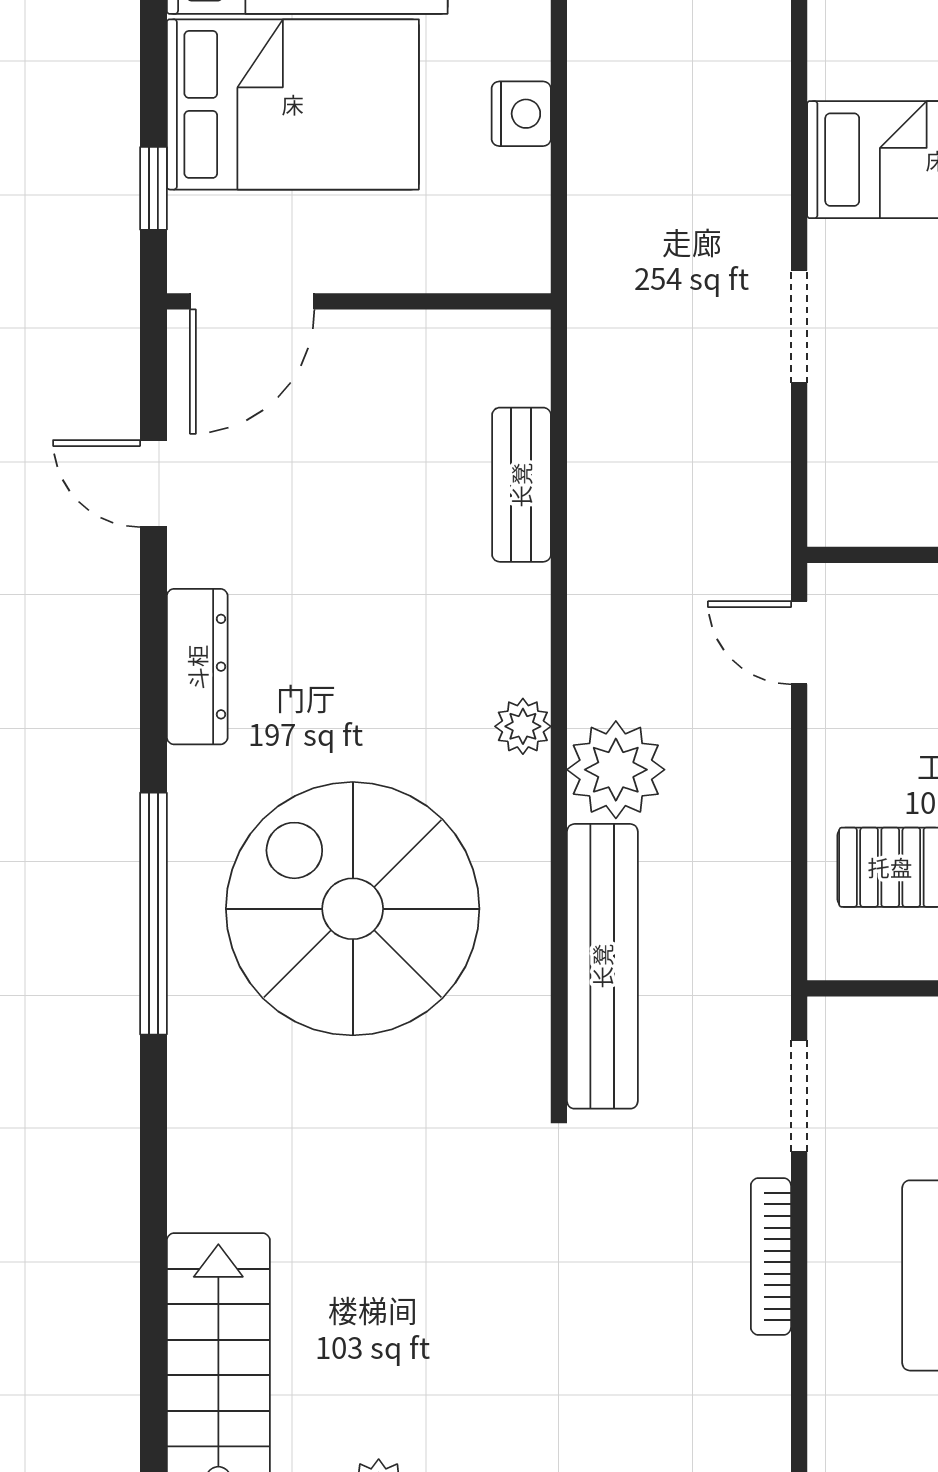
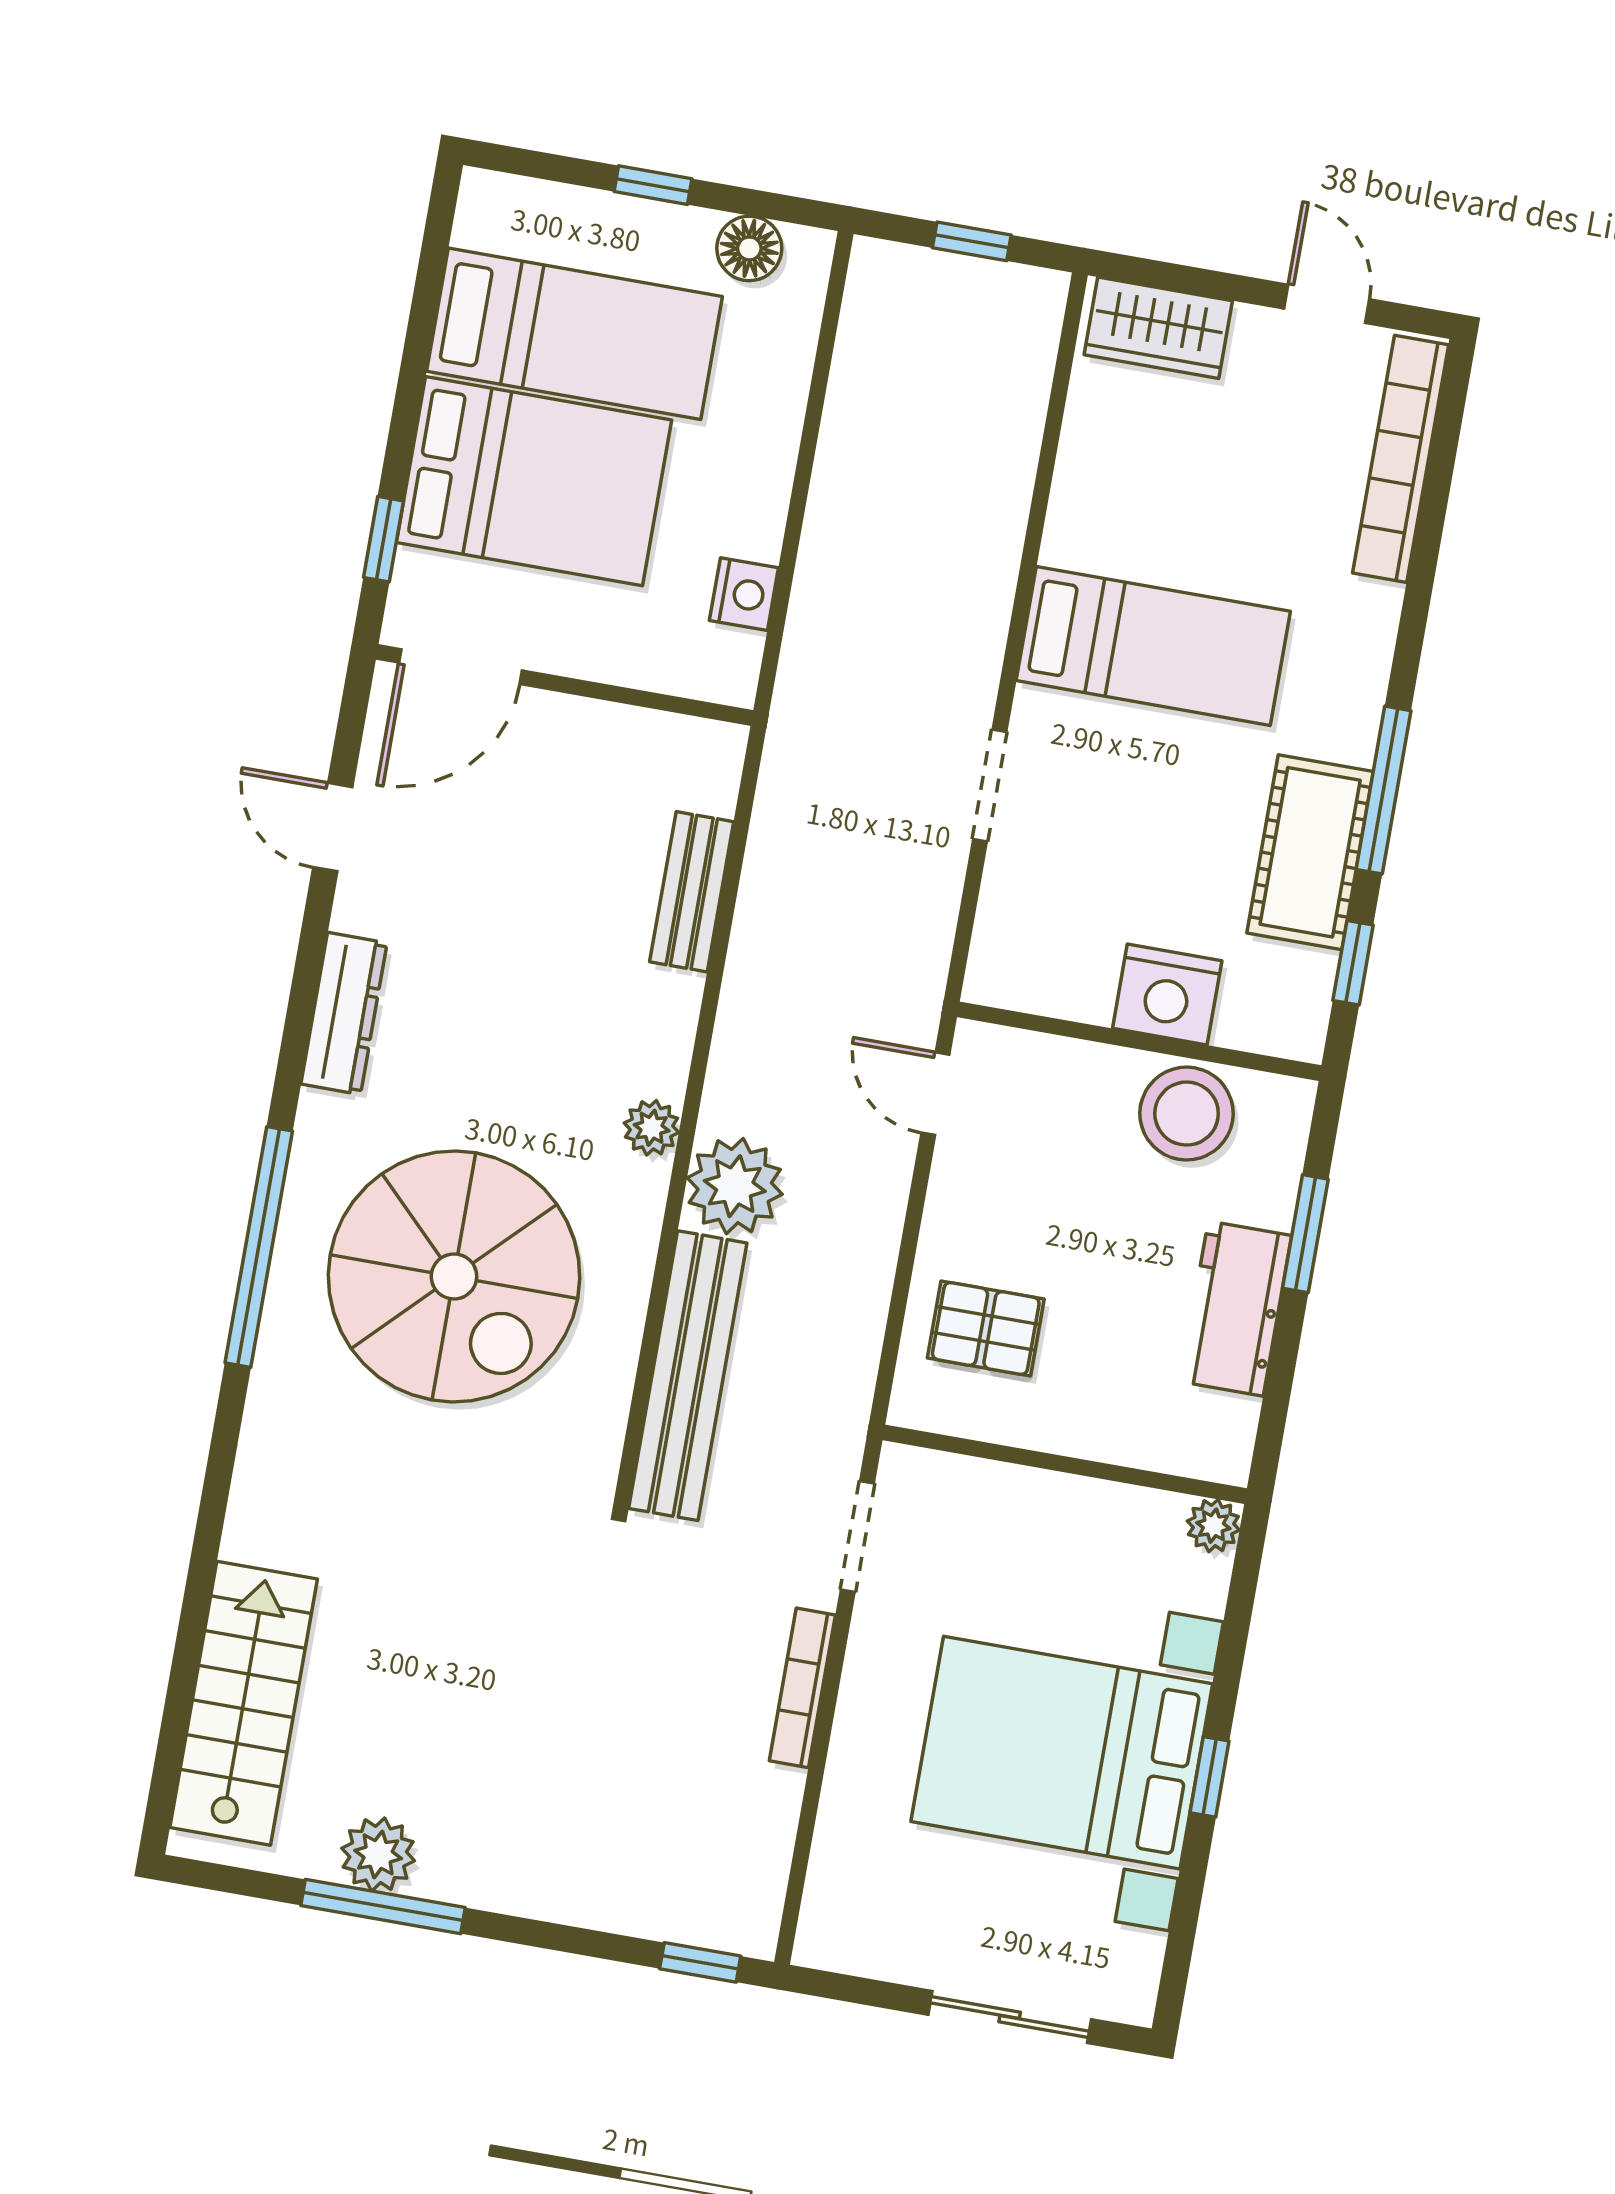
nightstand: (521, 114) -> (744, 594), moved
spiral stairs: (353, 909) -> (454, 1276), turned 180

